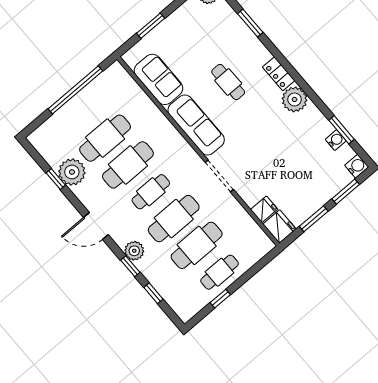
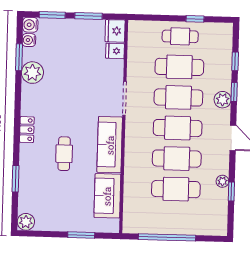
plant: (295, 99) -> (32, 73), moved
water cooler: (336, 140) -> (29, 40), moved
plant: (72, 172) -> (222, 181), width x0.53, depth x0.53
cafe table: (151, 192) -> (178, 128), width x1.37, depth x1.35

